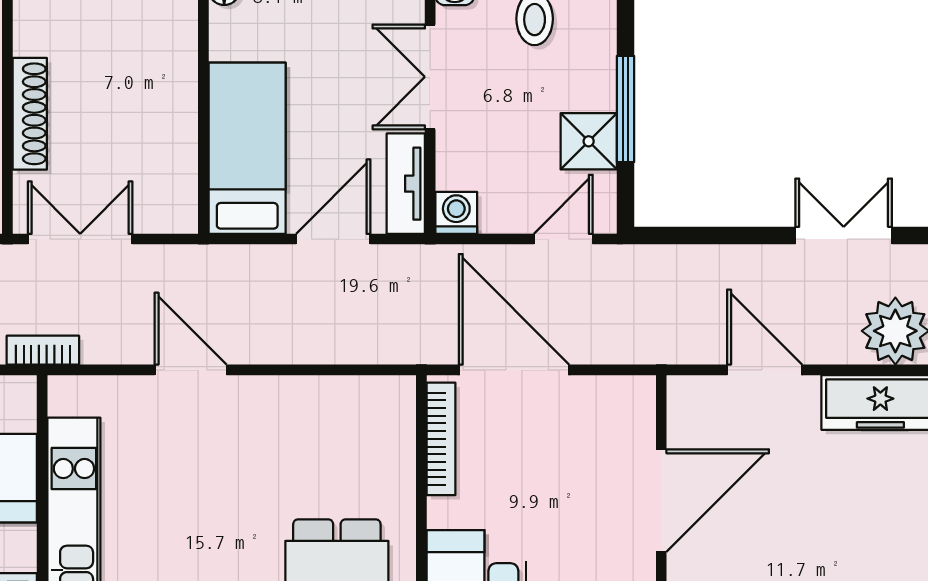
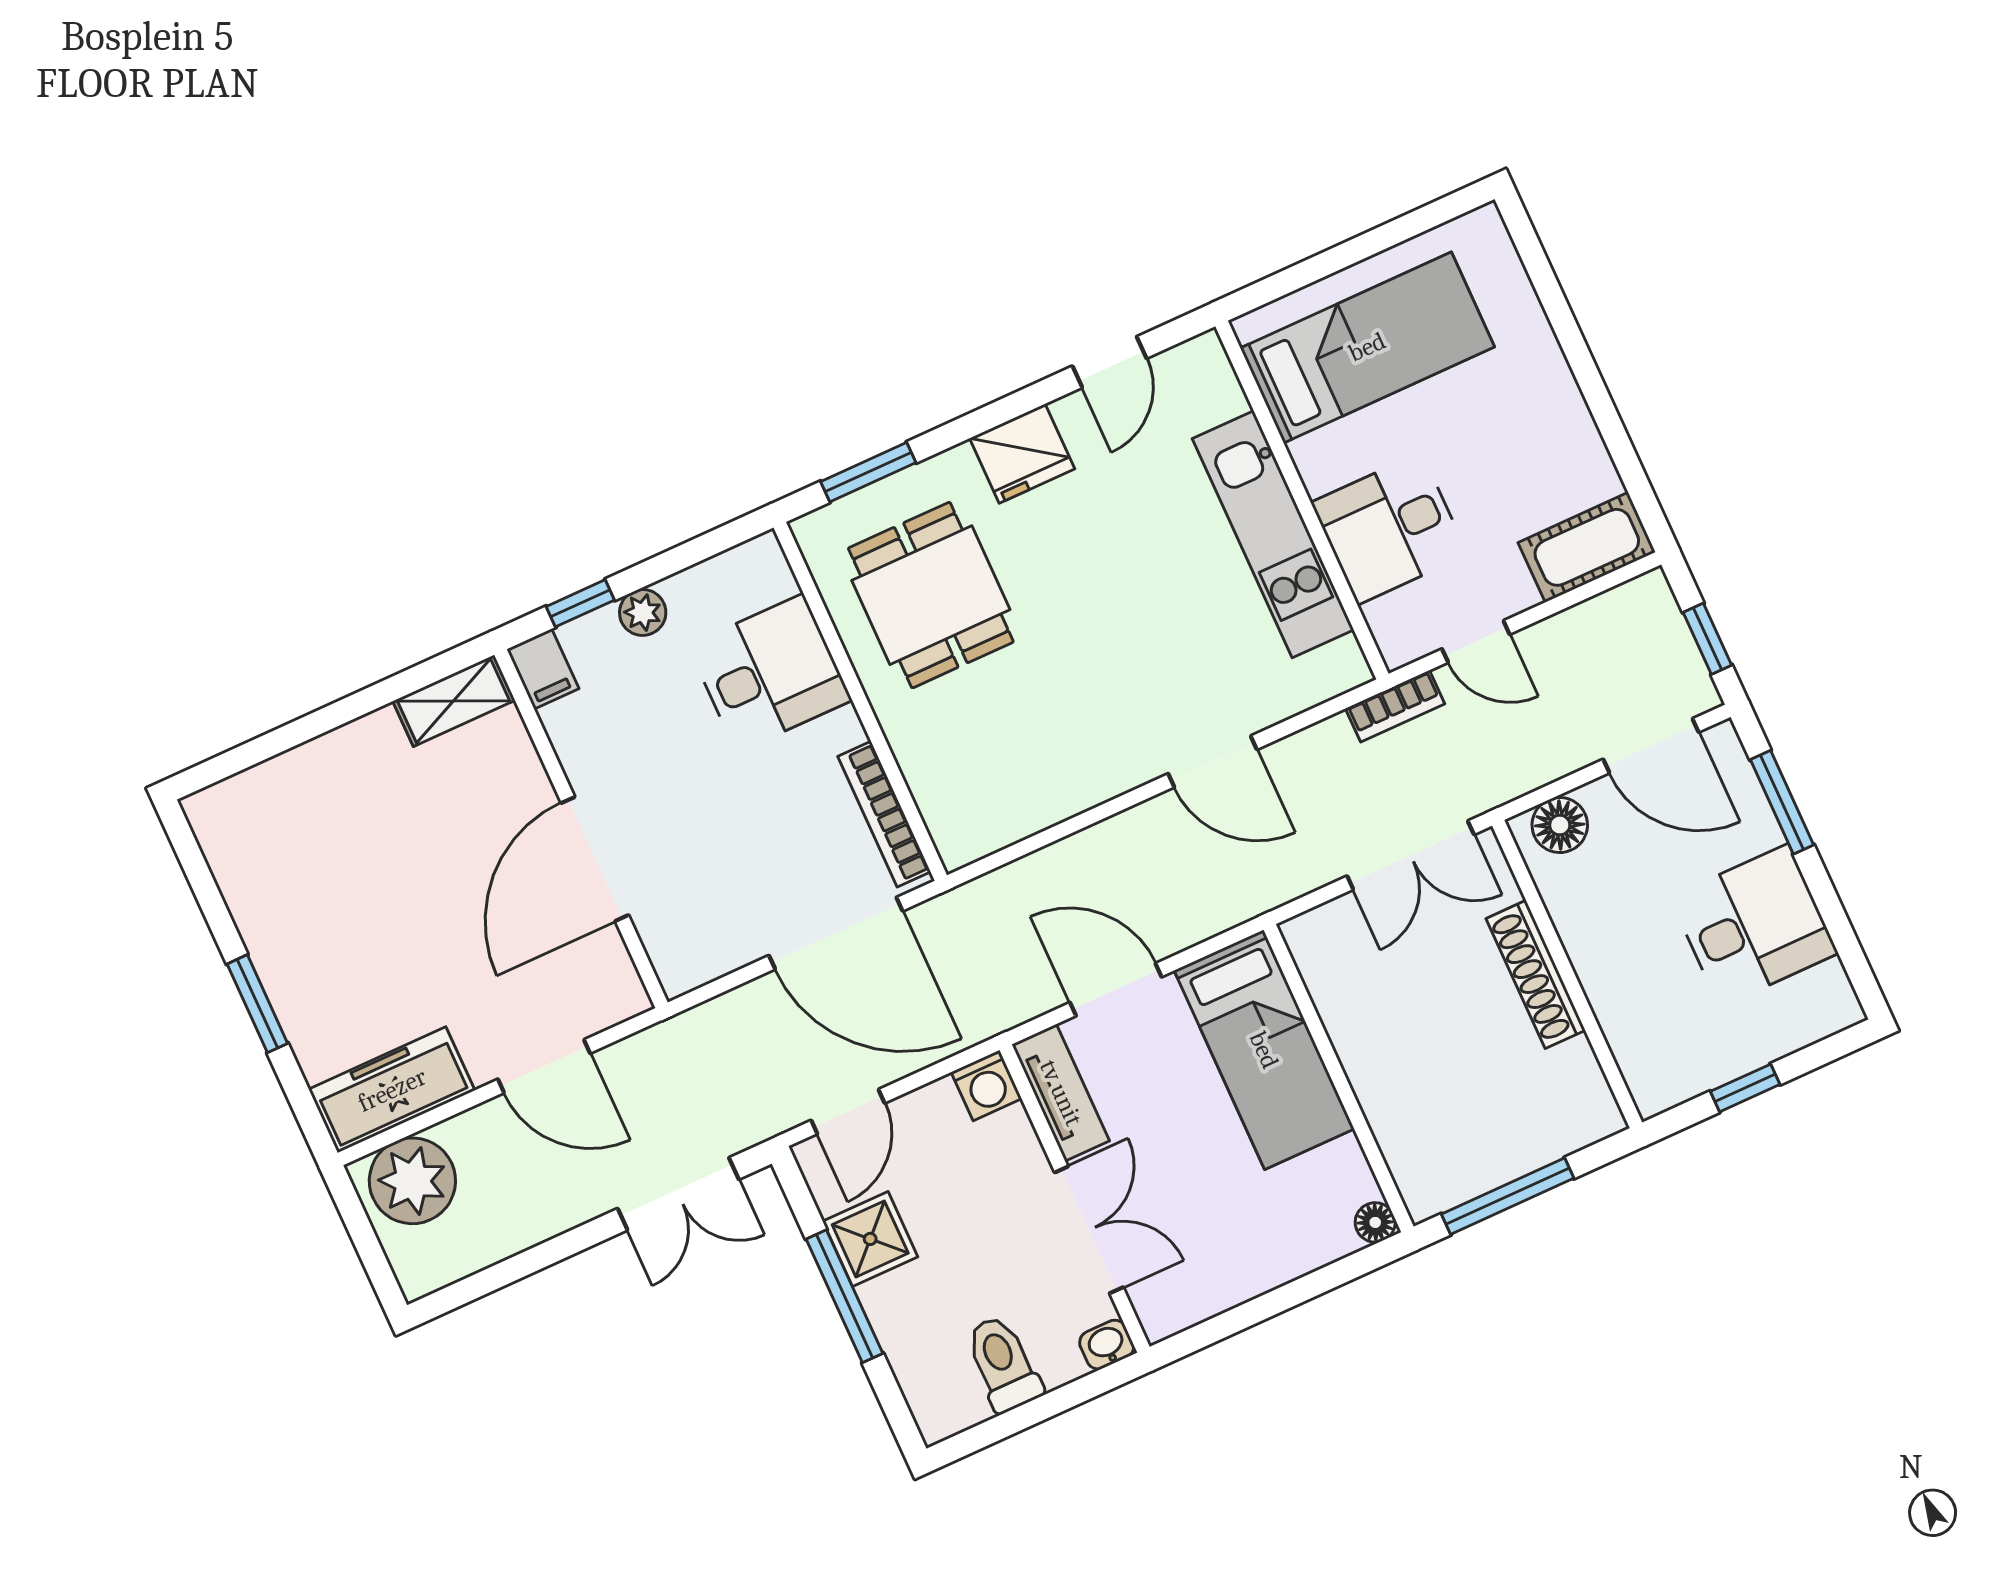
double door: (844, 236) -> (678, 1194), moved
door: (333, 239) -> (1116, 990), swing flipped

